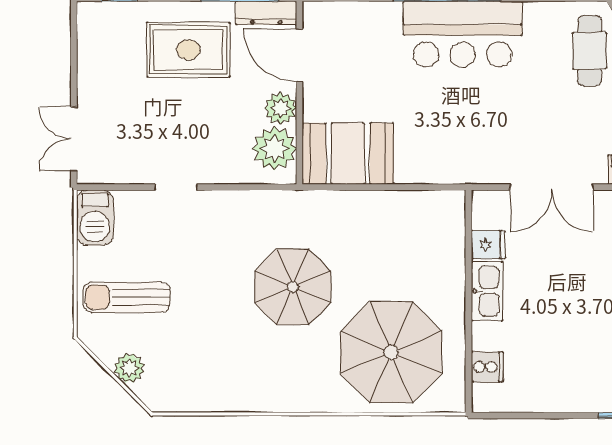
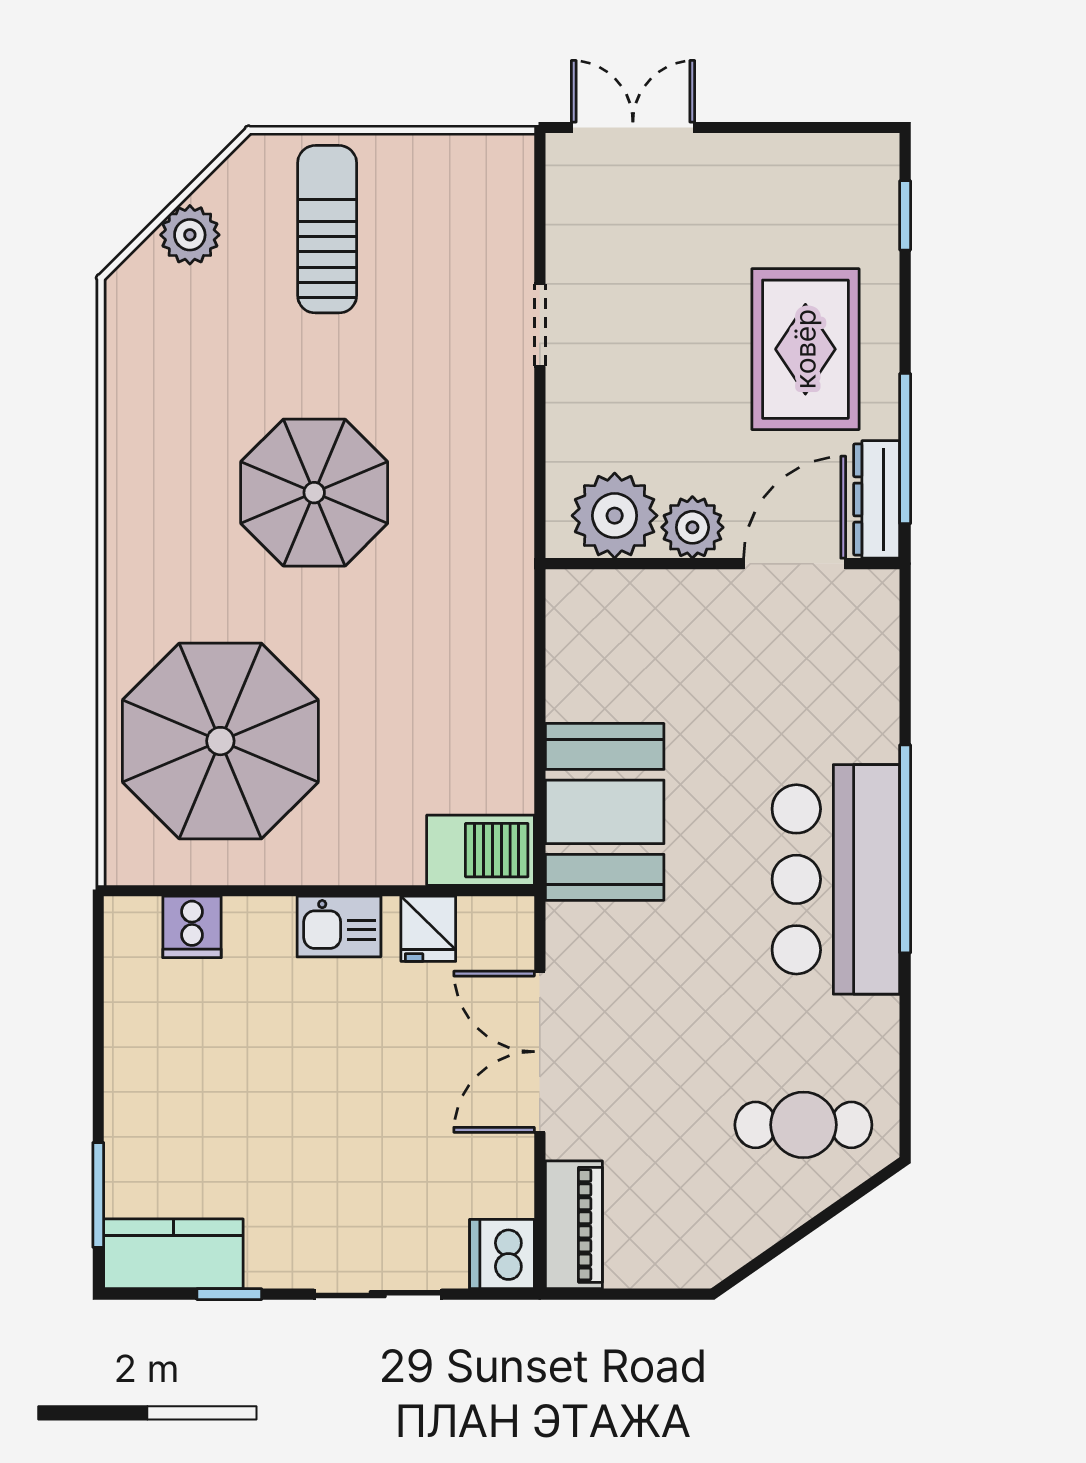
booth: (348, 154) -> (605, 812), moved
barbecue: (95, 218) -> (481, 850), moved, turned 180
parasol: (293, 287) -> (314, 493), moved
kitchen sink: (487, 291) -> (339, 927), width x0.73

